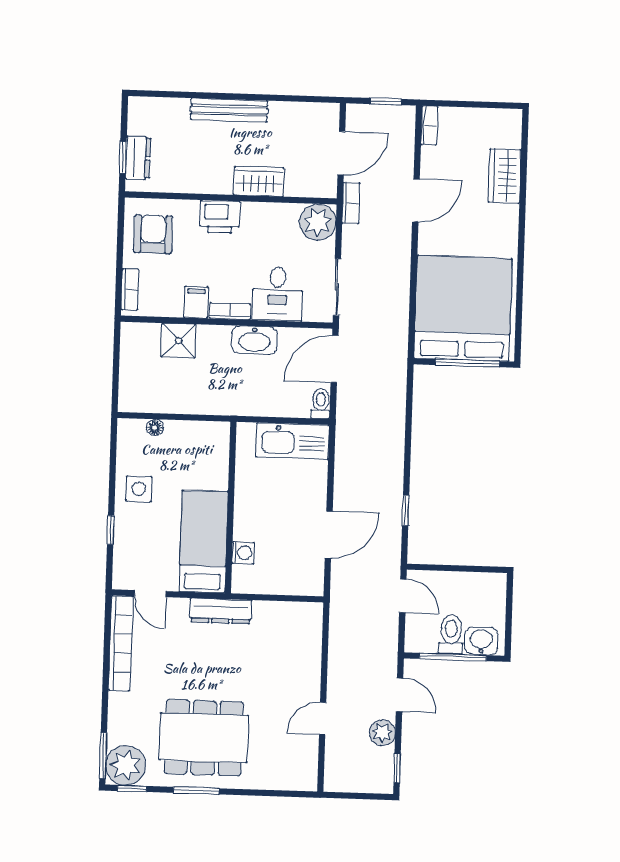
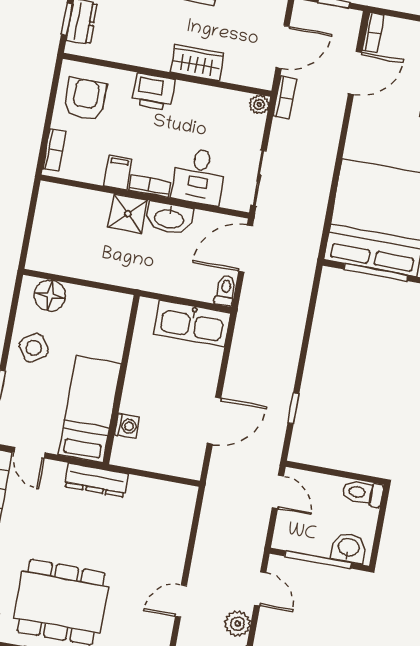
door: (416, 201) -> (355, 73), moved
plant: (318, 222) -> (259, 105), width x0.53, depth x0.53
shower: (178, 341) -> (128, 214), moved
floor lamp: (155, 428) -> (50, 296), width x1.89, depth x1.89
side table: (139, 489) -> (34, 348), turned -34
toilet: (451, 634) -> (363, 493), moved, turned -90

